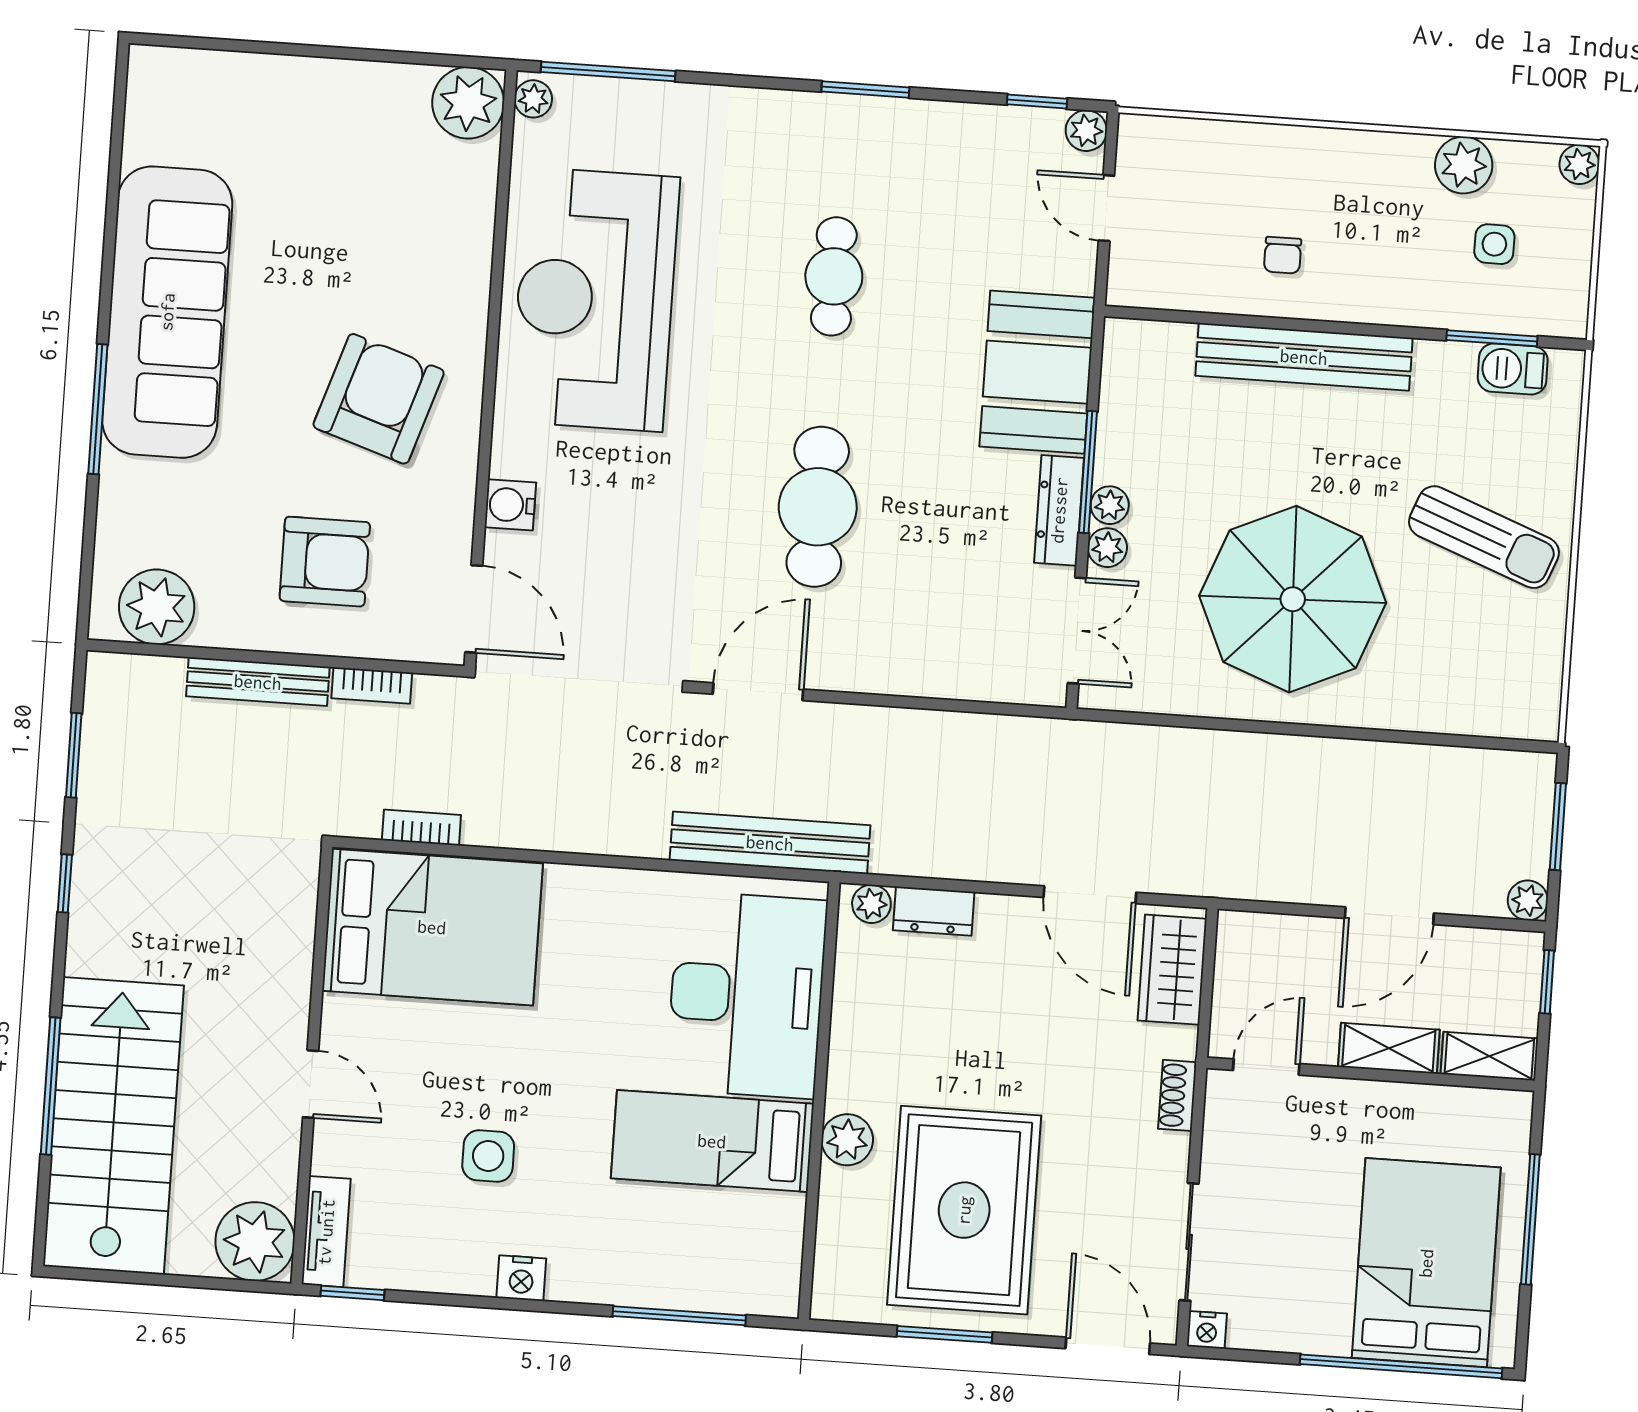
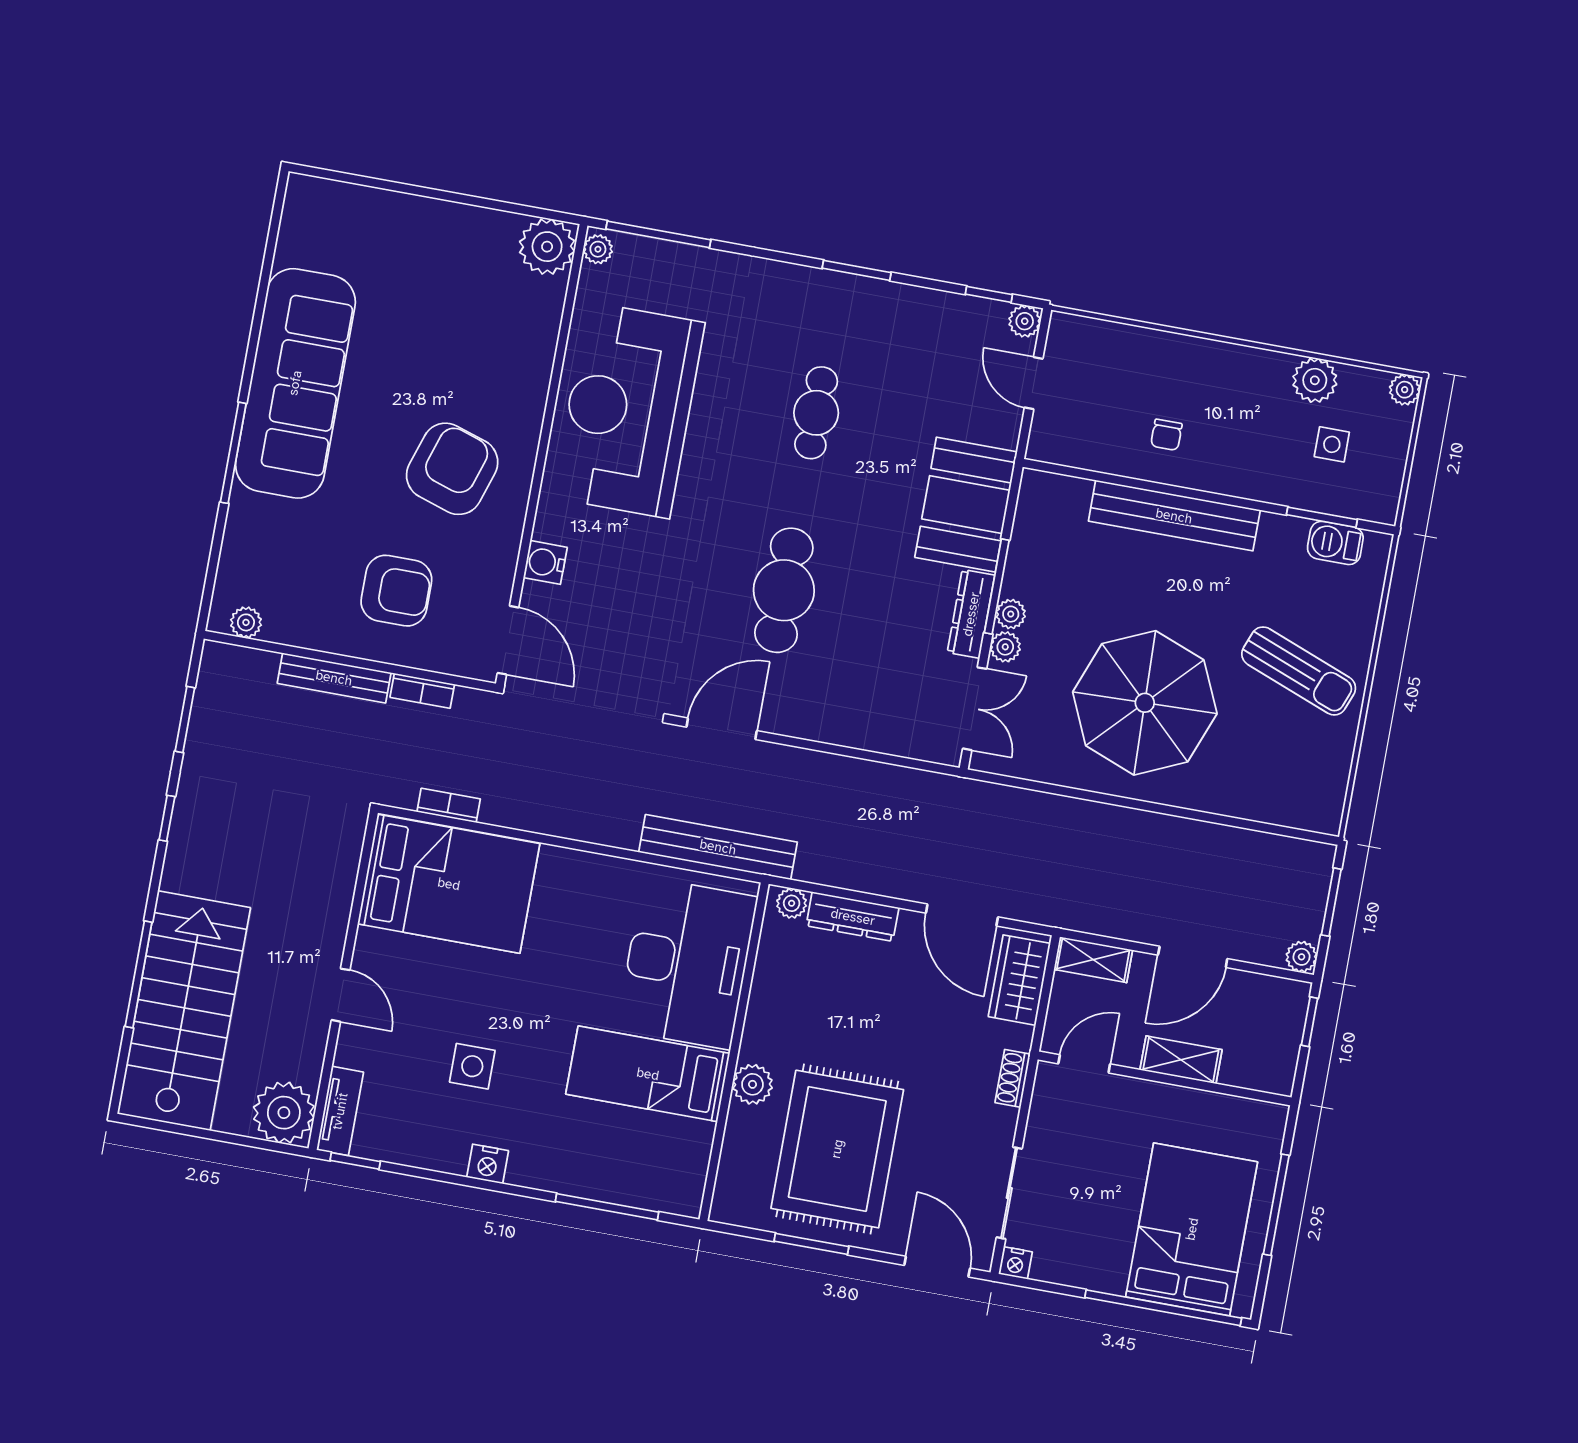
plant: (157, 607) -> (246, 622), width x0.53, depth x0.53
dresser: (934, 911) -> (853, 917), width x1.44
shelving: (1489, 1056) -> (1093, 960), moved

